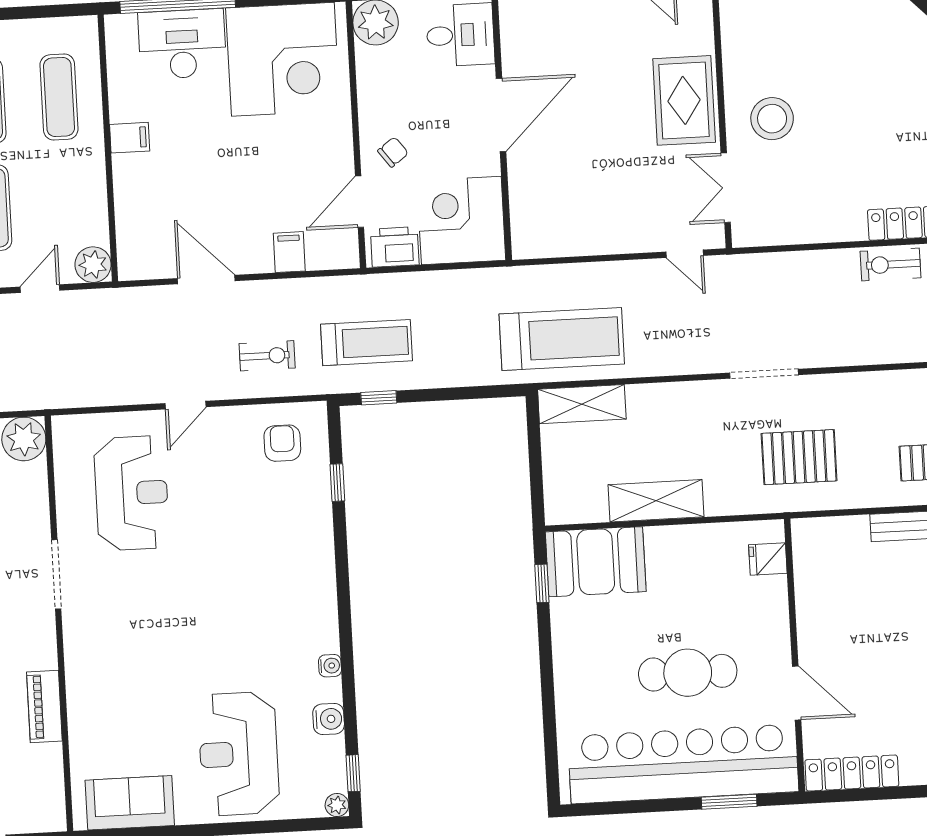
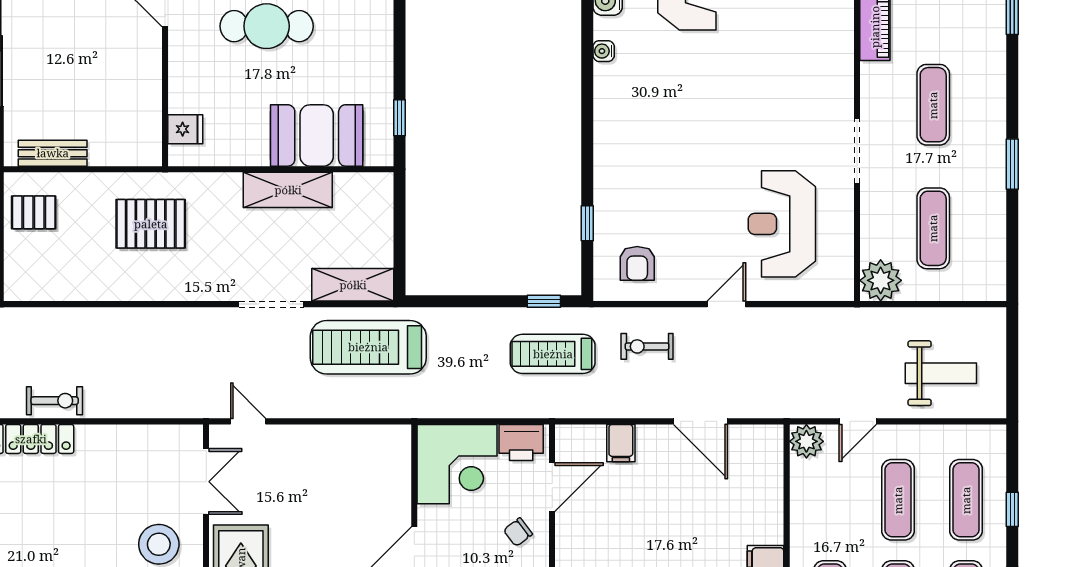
doorway: (764, 374) -> (271, 304), moved
booth: (596, 562) -> (317, 135), moved

